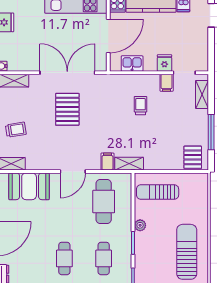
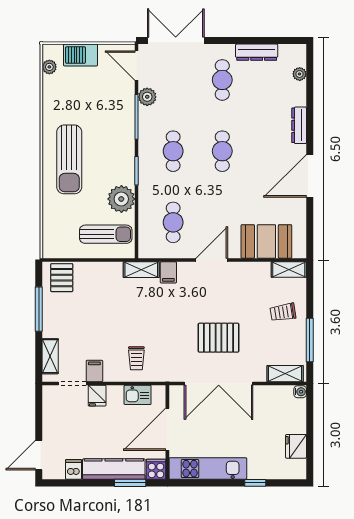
trolley: (140, 106) -> (136, 358), moved
pallet: (67, 109) -> (219, 338), turned 90
cafe table: (104, 202) -> (173, 222), width x0.73, depth x0.74
plant: (140, 225) -> (121, 199), width x1.87, depth x1.87

